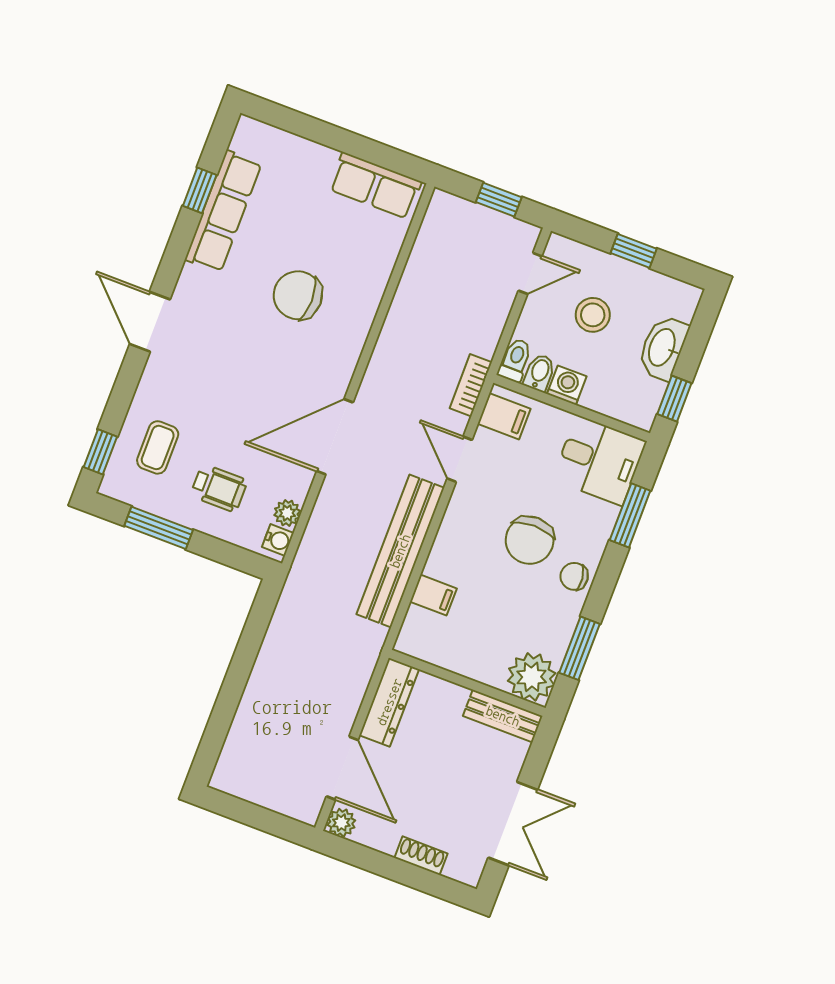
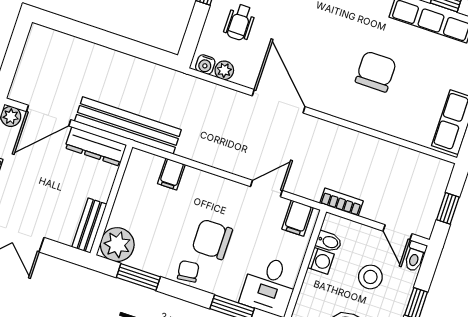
toilet: (515, 360) -> (415, 256), moved, turned 90
bookcase: (471, 385) -> (342, 202), moved
bench: (400, 551) -> (128, 125), moved

